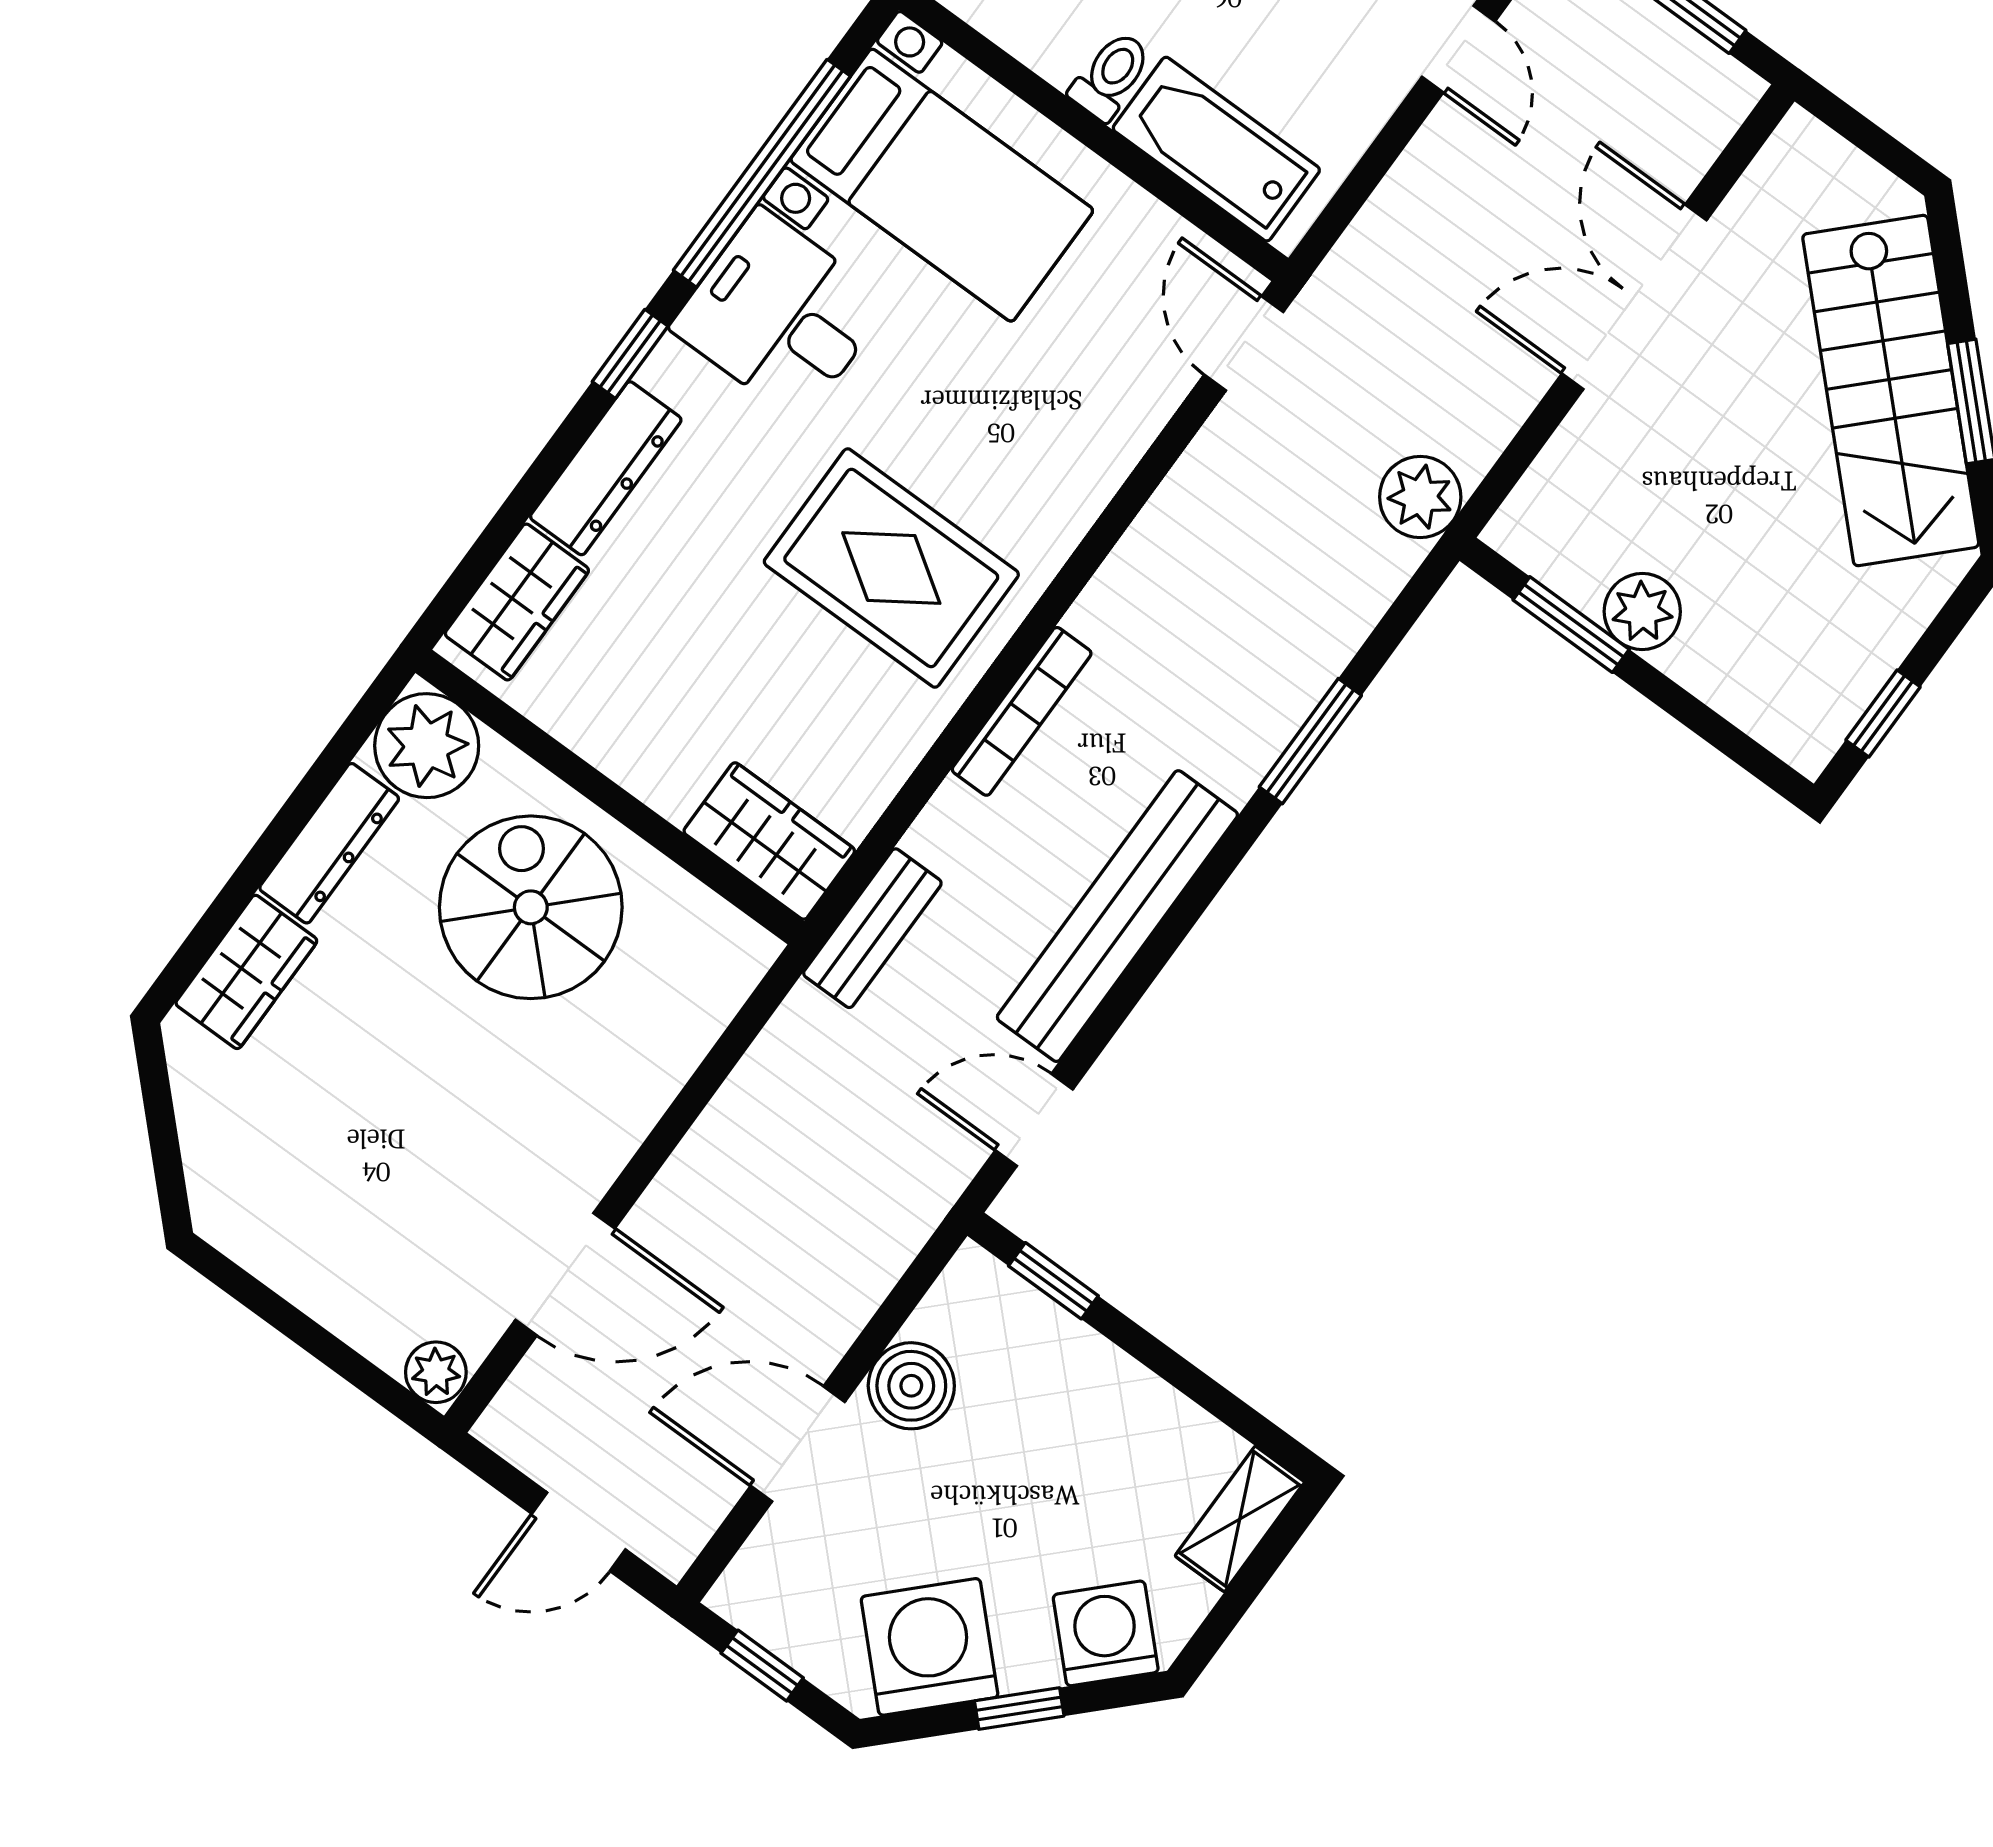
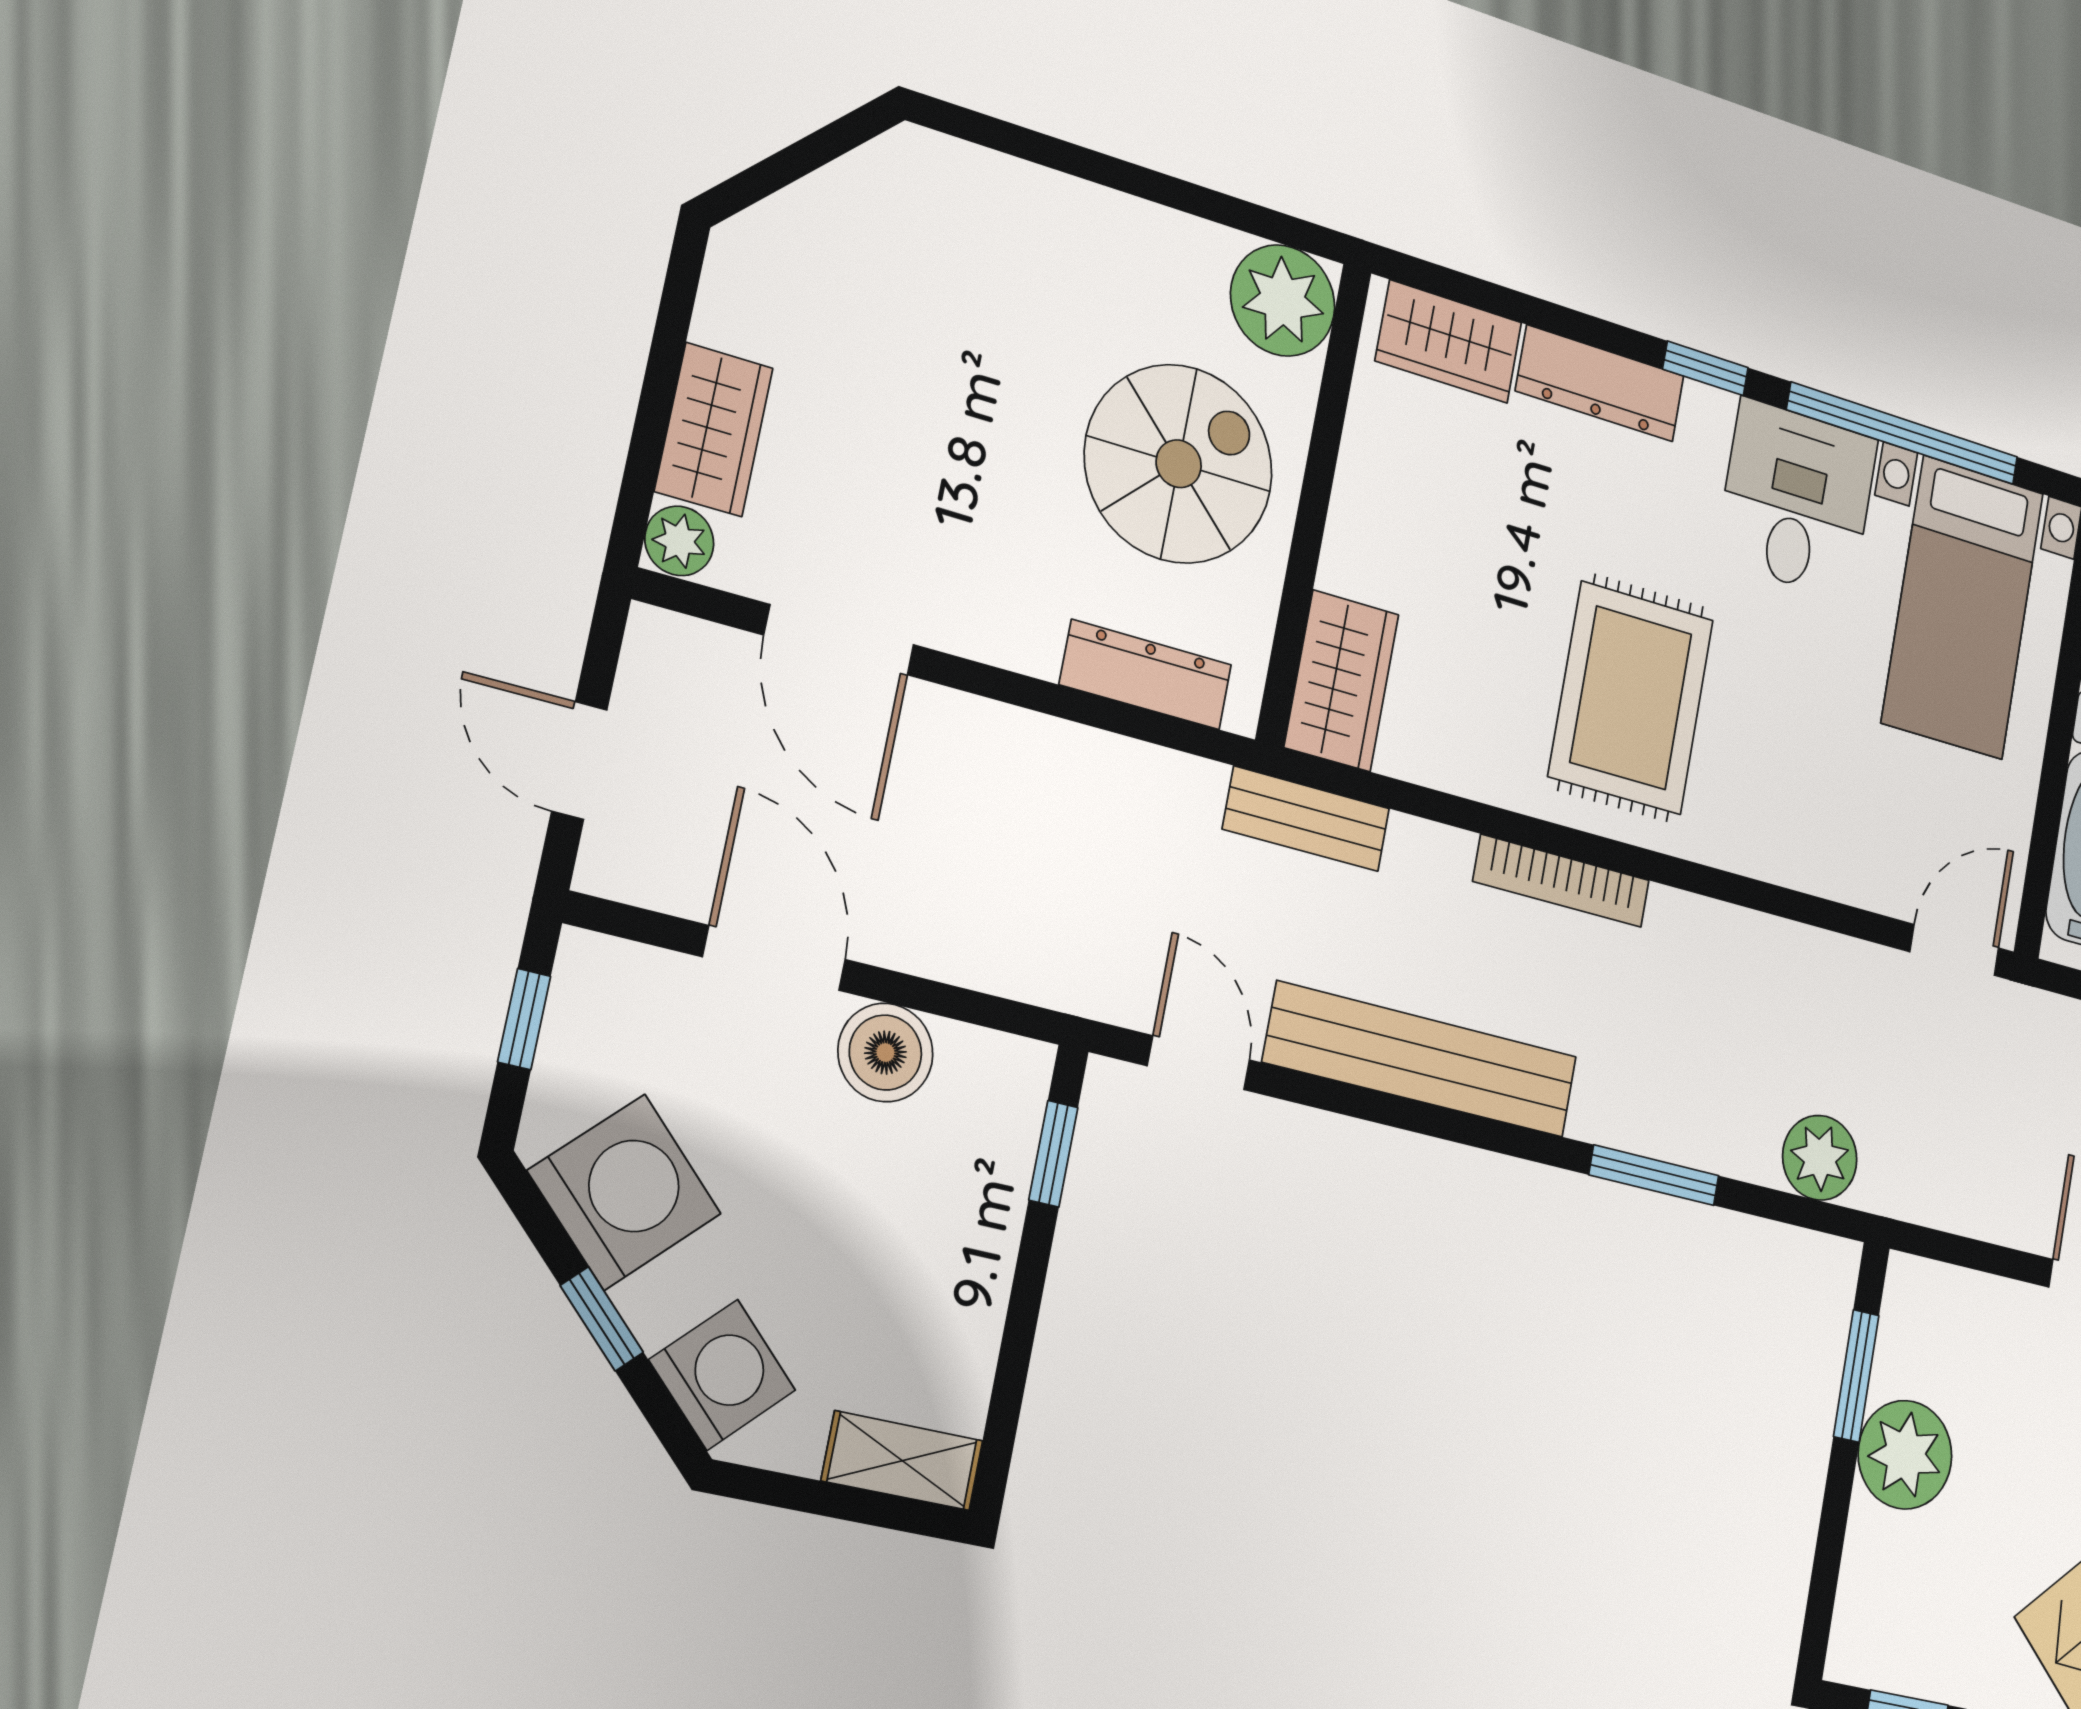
plant: (1420, 497) -> (1820, 1158), moved
plant: (1642, 612) -> (1905, 1455), width x1.36, depth x1.36
dresser: (329, 843) -> (1146, 675), moved, turned 180
wardrobe: (246, 972) -> (714, 430), moved, turned -90

